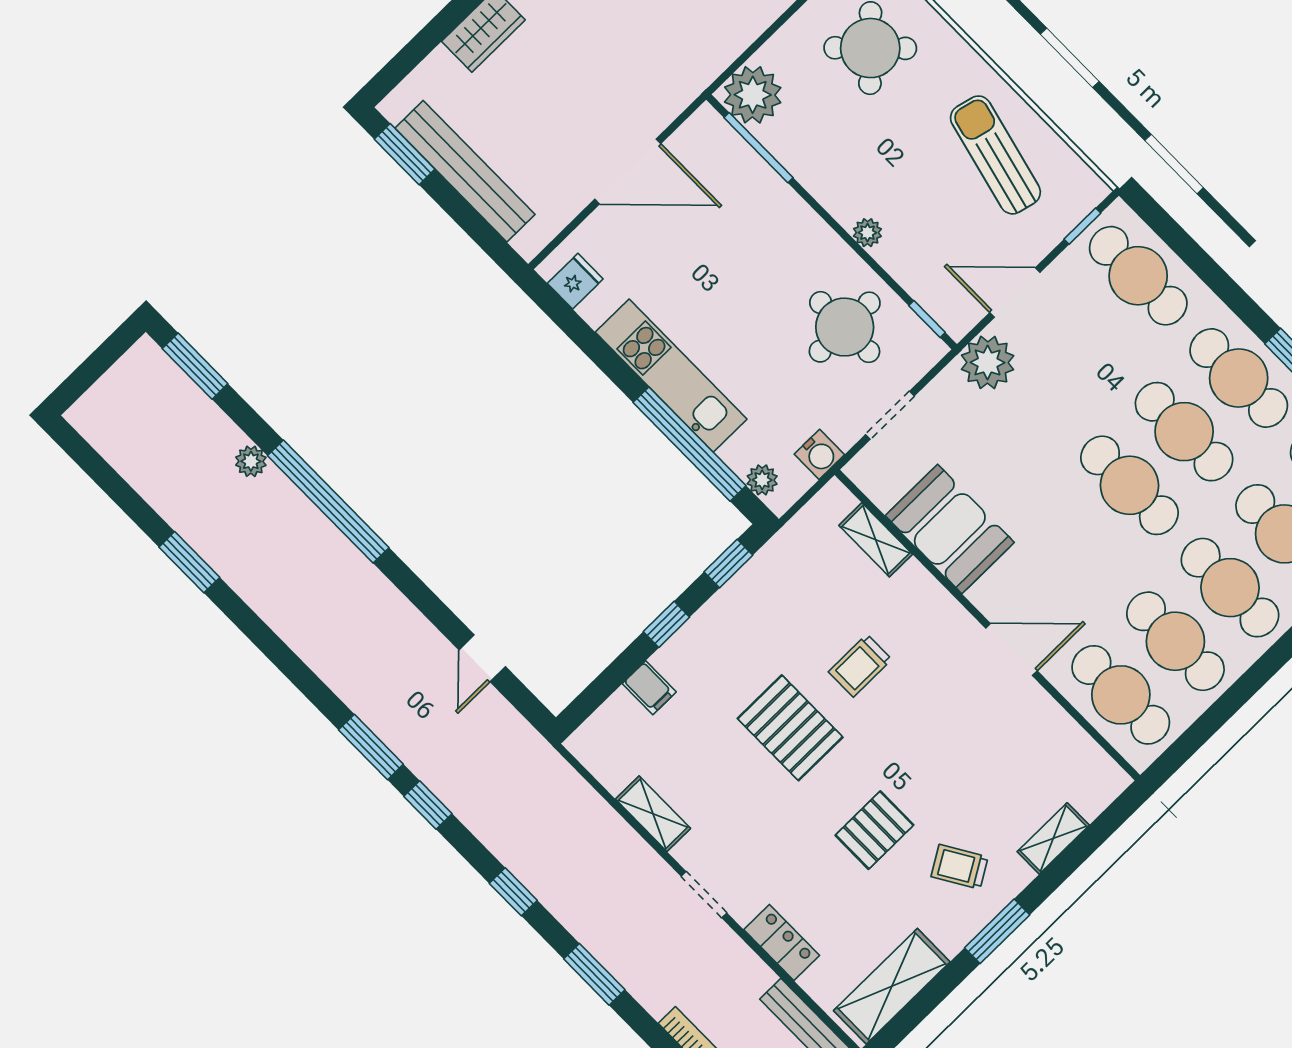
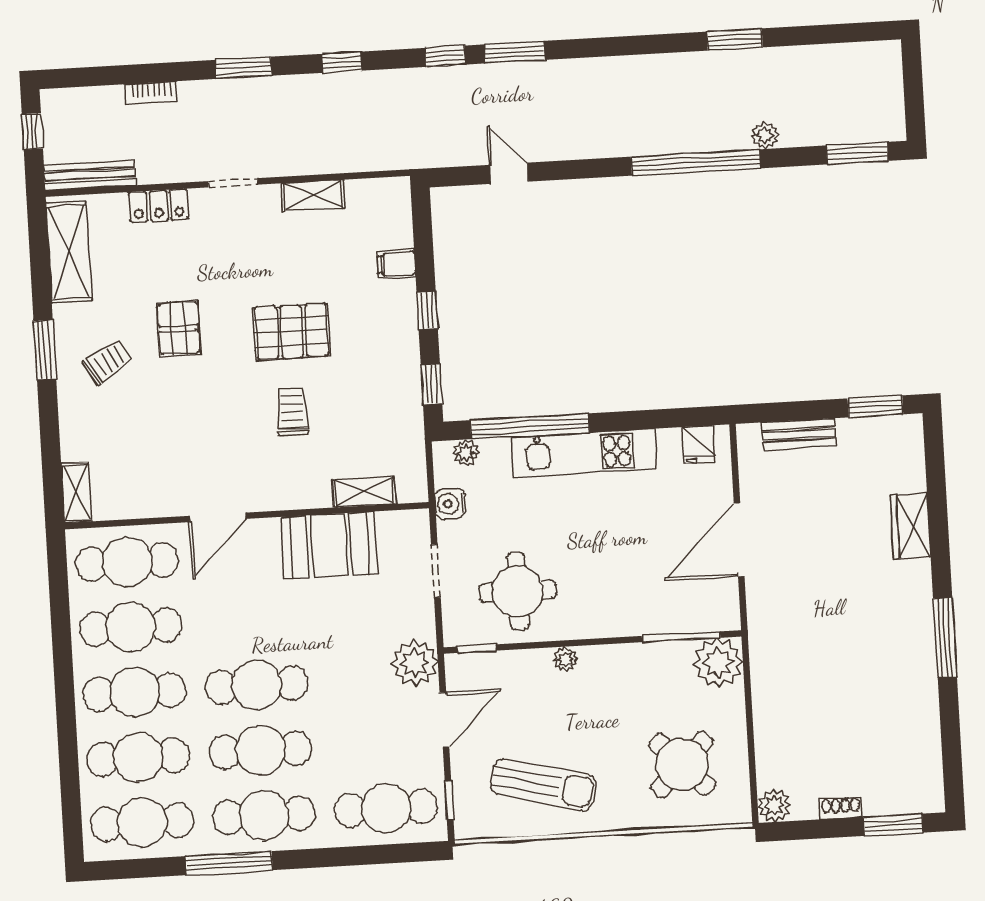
bench: (465, 171) -> (799, 434), width x0.54, depth x0.82
shelving: (1053, 838) -> (76, 492), moved

